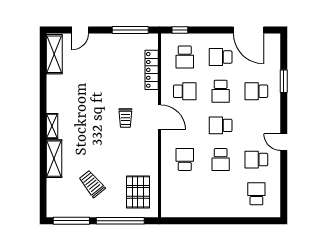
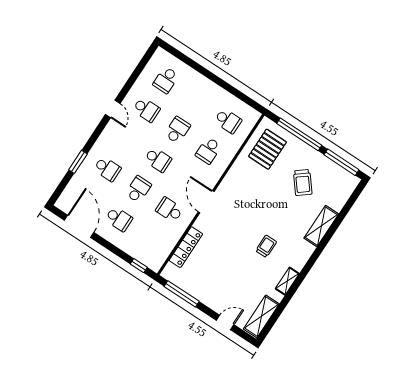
school desk: (185, 57) -> (228, 121), moved, turned 90
trolley: (125, 118) -> (266, 246), moved
shelving: (52, 126) -> (287, 281), moved

